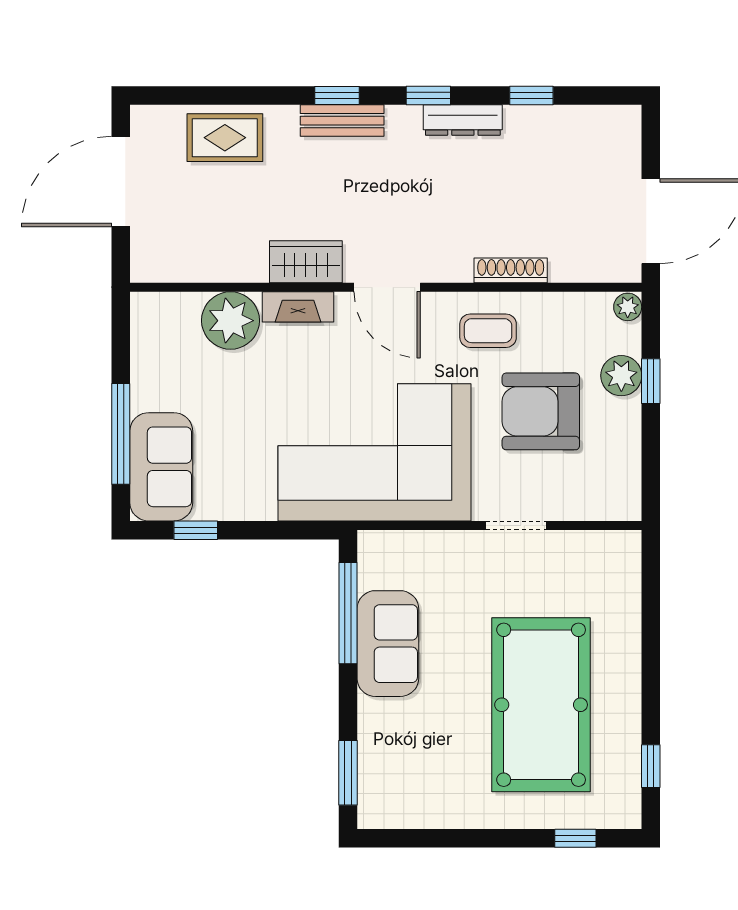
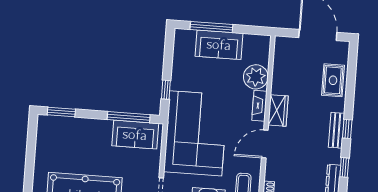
sofa: (161, 467) -> (219, 45), moved
window: (196, 530) -> (166, 90), moved
sofa: (388, 644) -> (135, 135), moved

